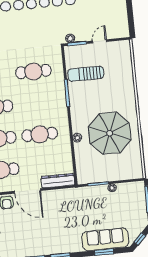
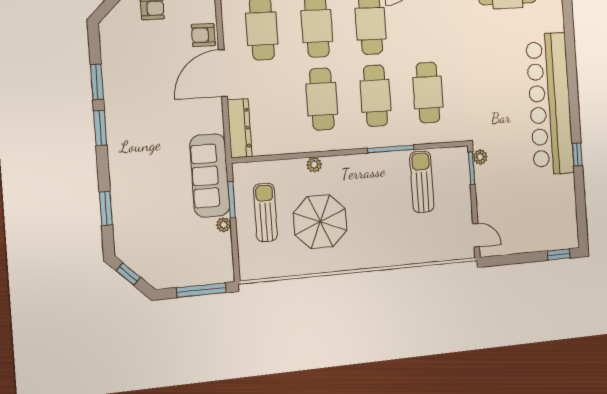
door: (100, 41) -> (476, 235), moved
cafe table: (37, 103) -> (376, 96), added
parasol: (110, 133) -> (320, 222), width x0.73, depth x0.73
sun lounger: (105, 165) -> (265, 212), added
sofa: (105, 239) -> (210, 176), moved, turned 180

